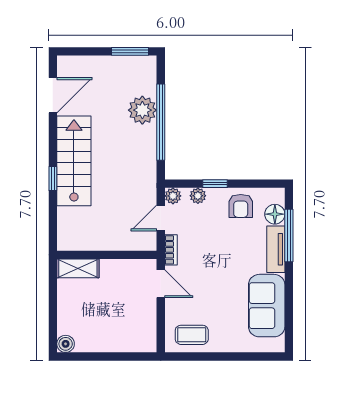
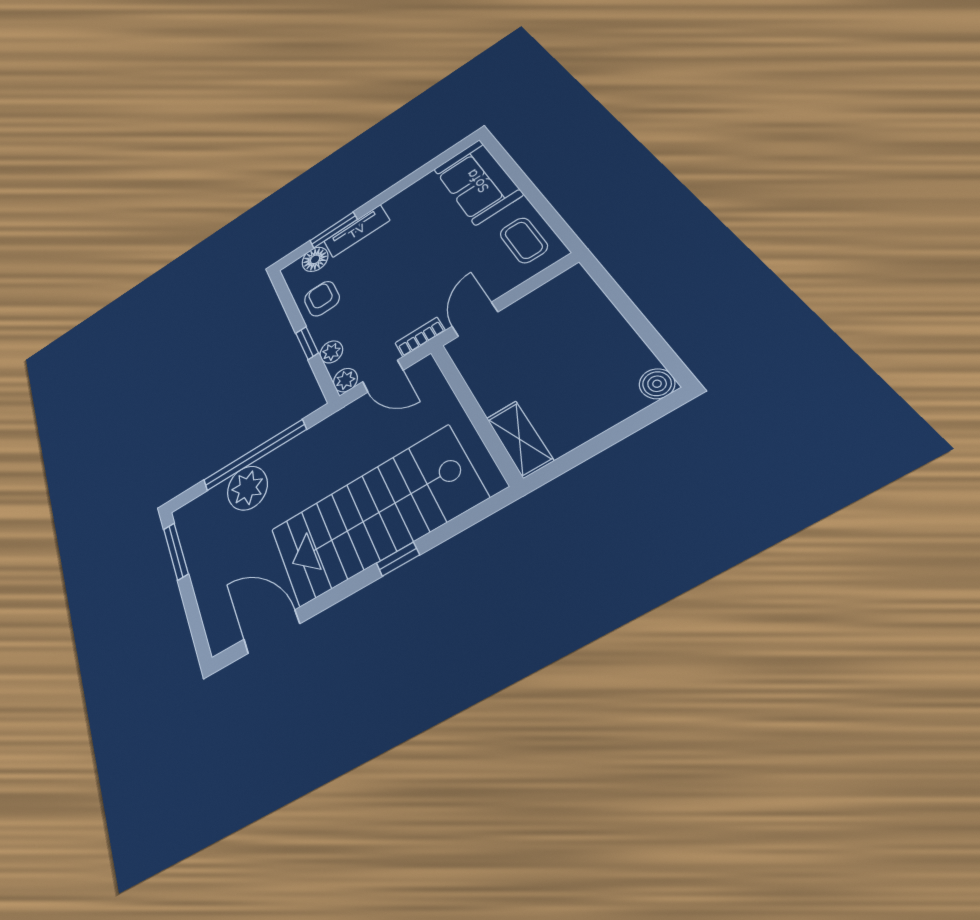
stairs: (74, 161) -> (375, 515), width x1.36, depth x1.51
armchair: (241, 206) -> (322, 299), turned -90
window: (289, 235) -> (333, 230), width x0.69
sofa: (267, 306) -> (477, 181), moved, turned 90

